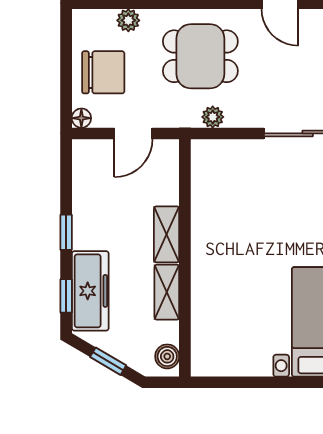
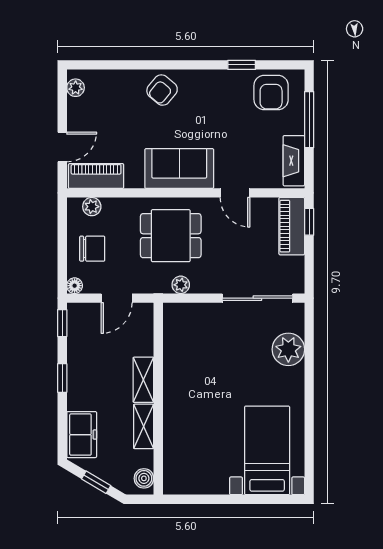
plant: (128, 20) -> (92, 207), moved
chair: (103, 72) -> (92, 249), width x0.73, depth x0.73
freezer: (90, 291) -> (82, 435), width x0.71
window: (66, 296) -> (62, 323), moved

